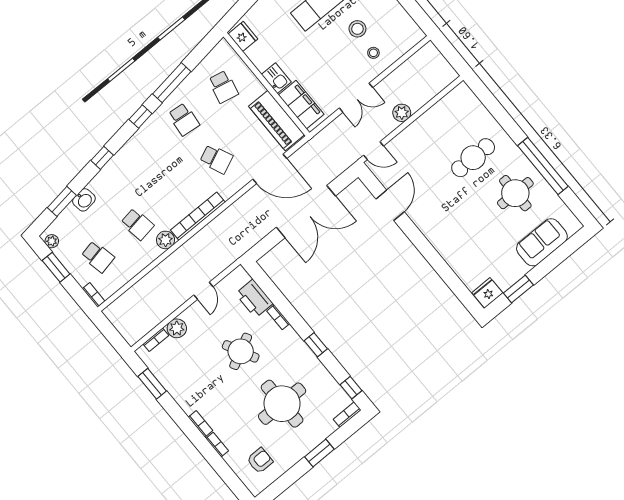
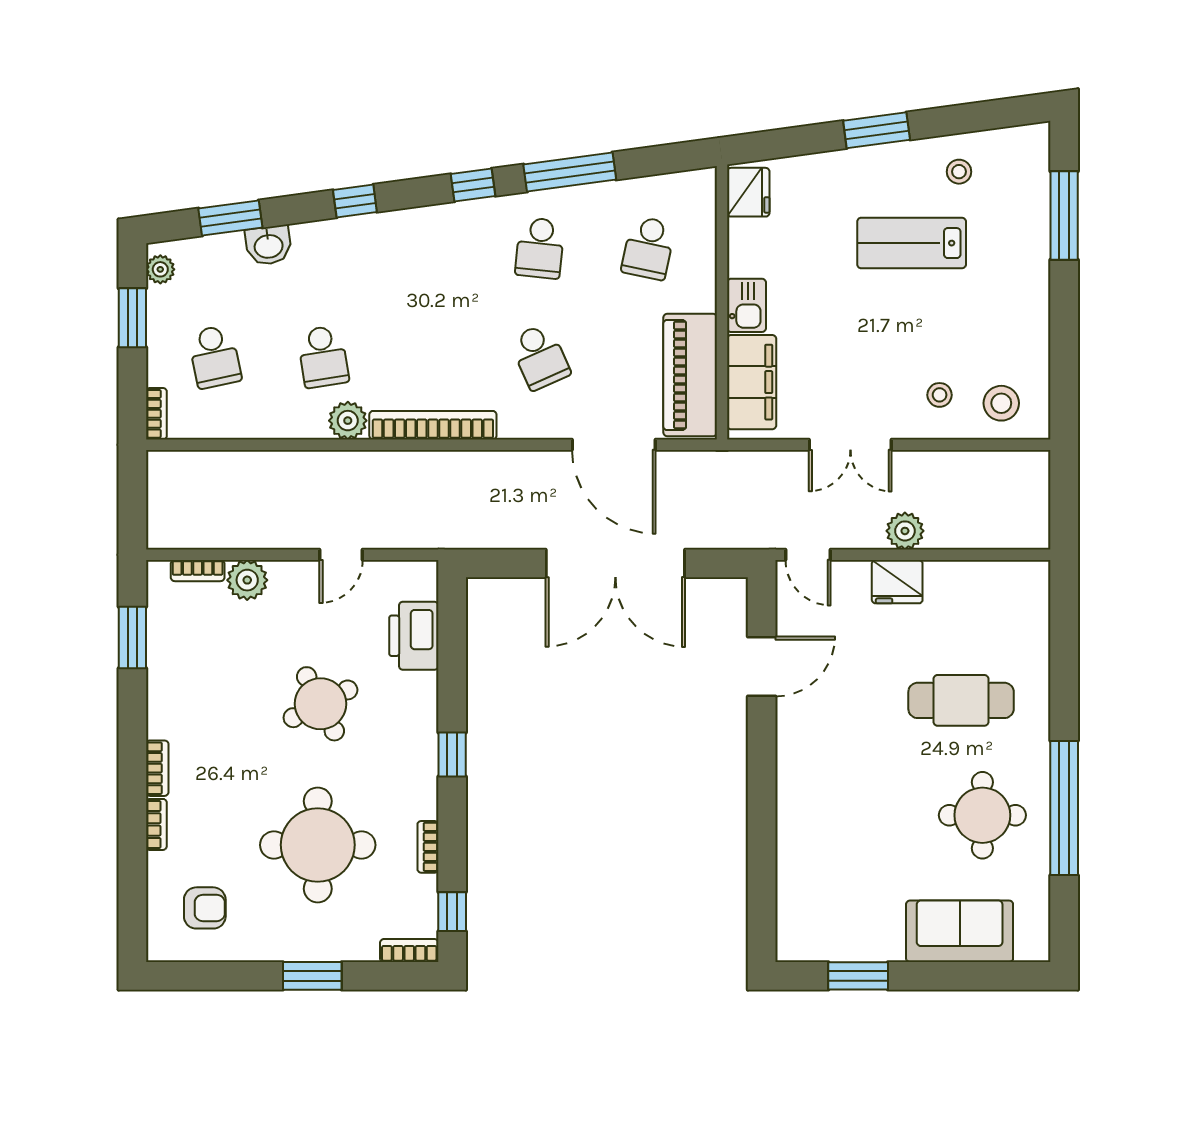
stool: (357, 29) -> (1001, 403), moved
fridge: (487, 293) -> (897, 582), moved, turned 180
bookcase: (278, 317) -> (428, 847), moved
window: (316, 345) -> (452, 755), moved

